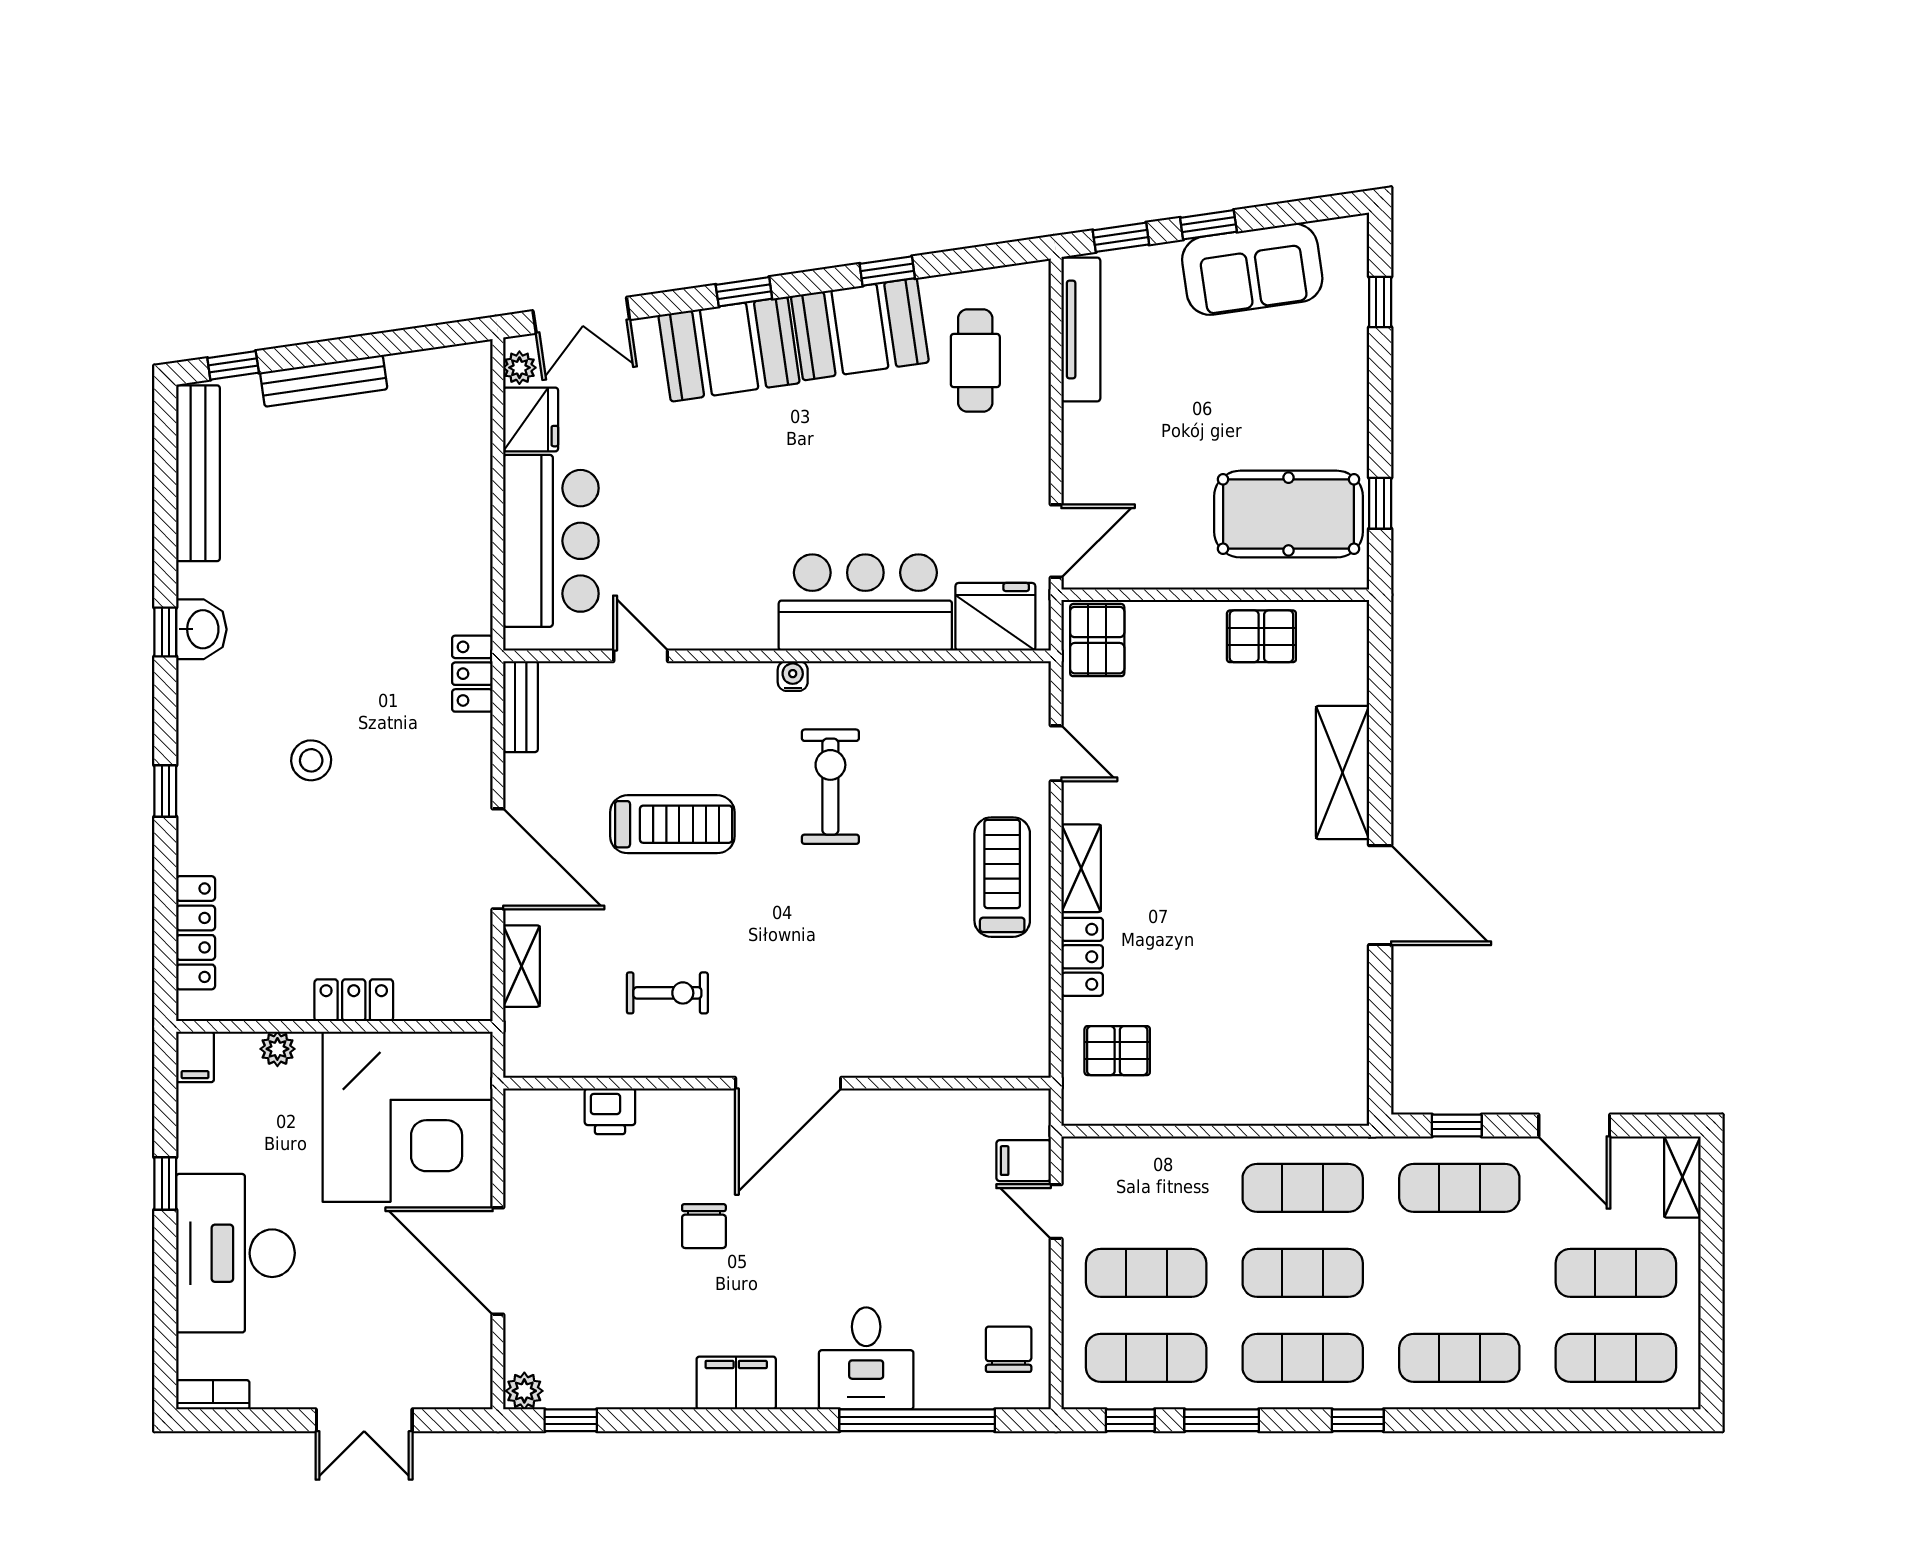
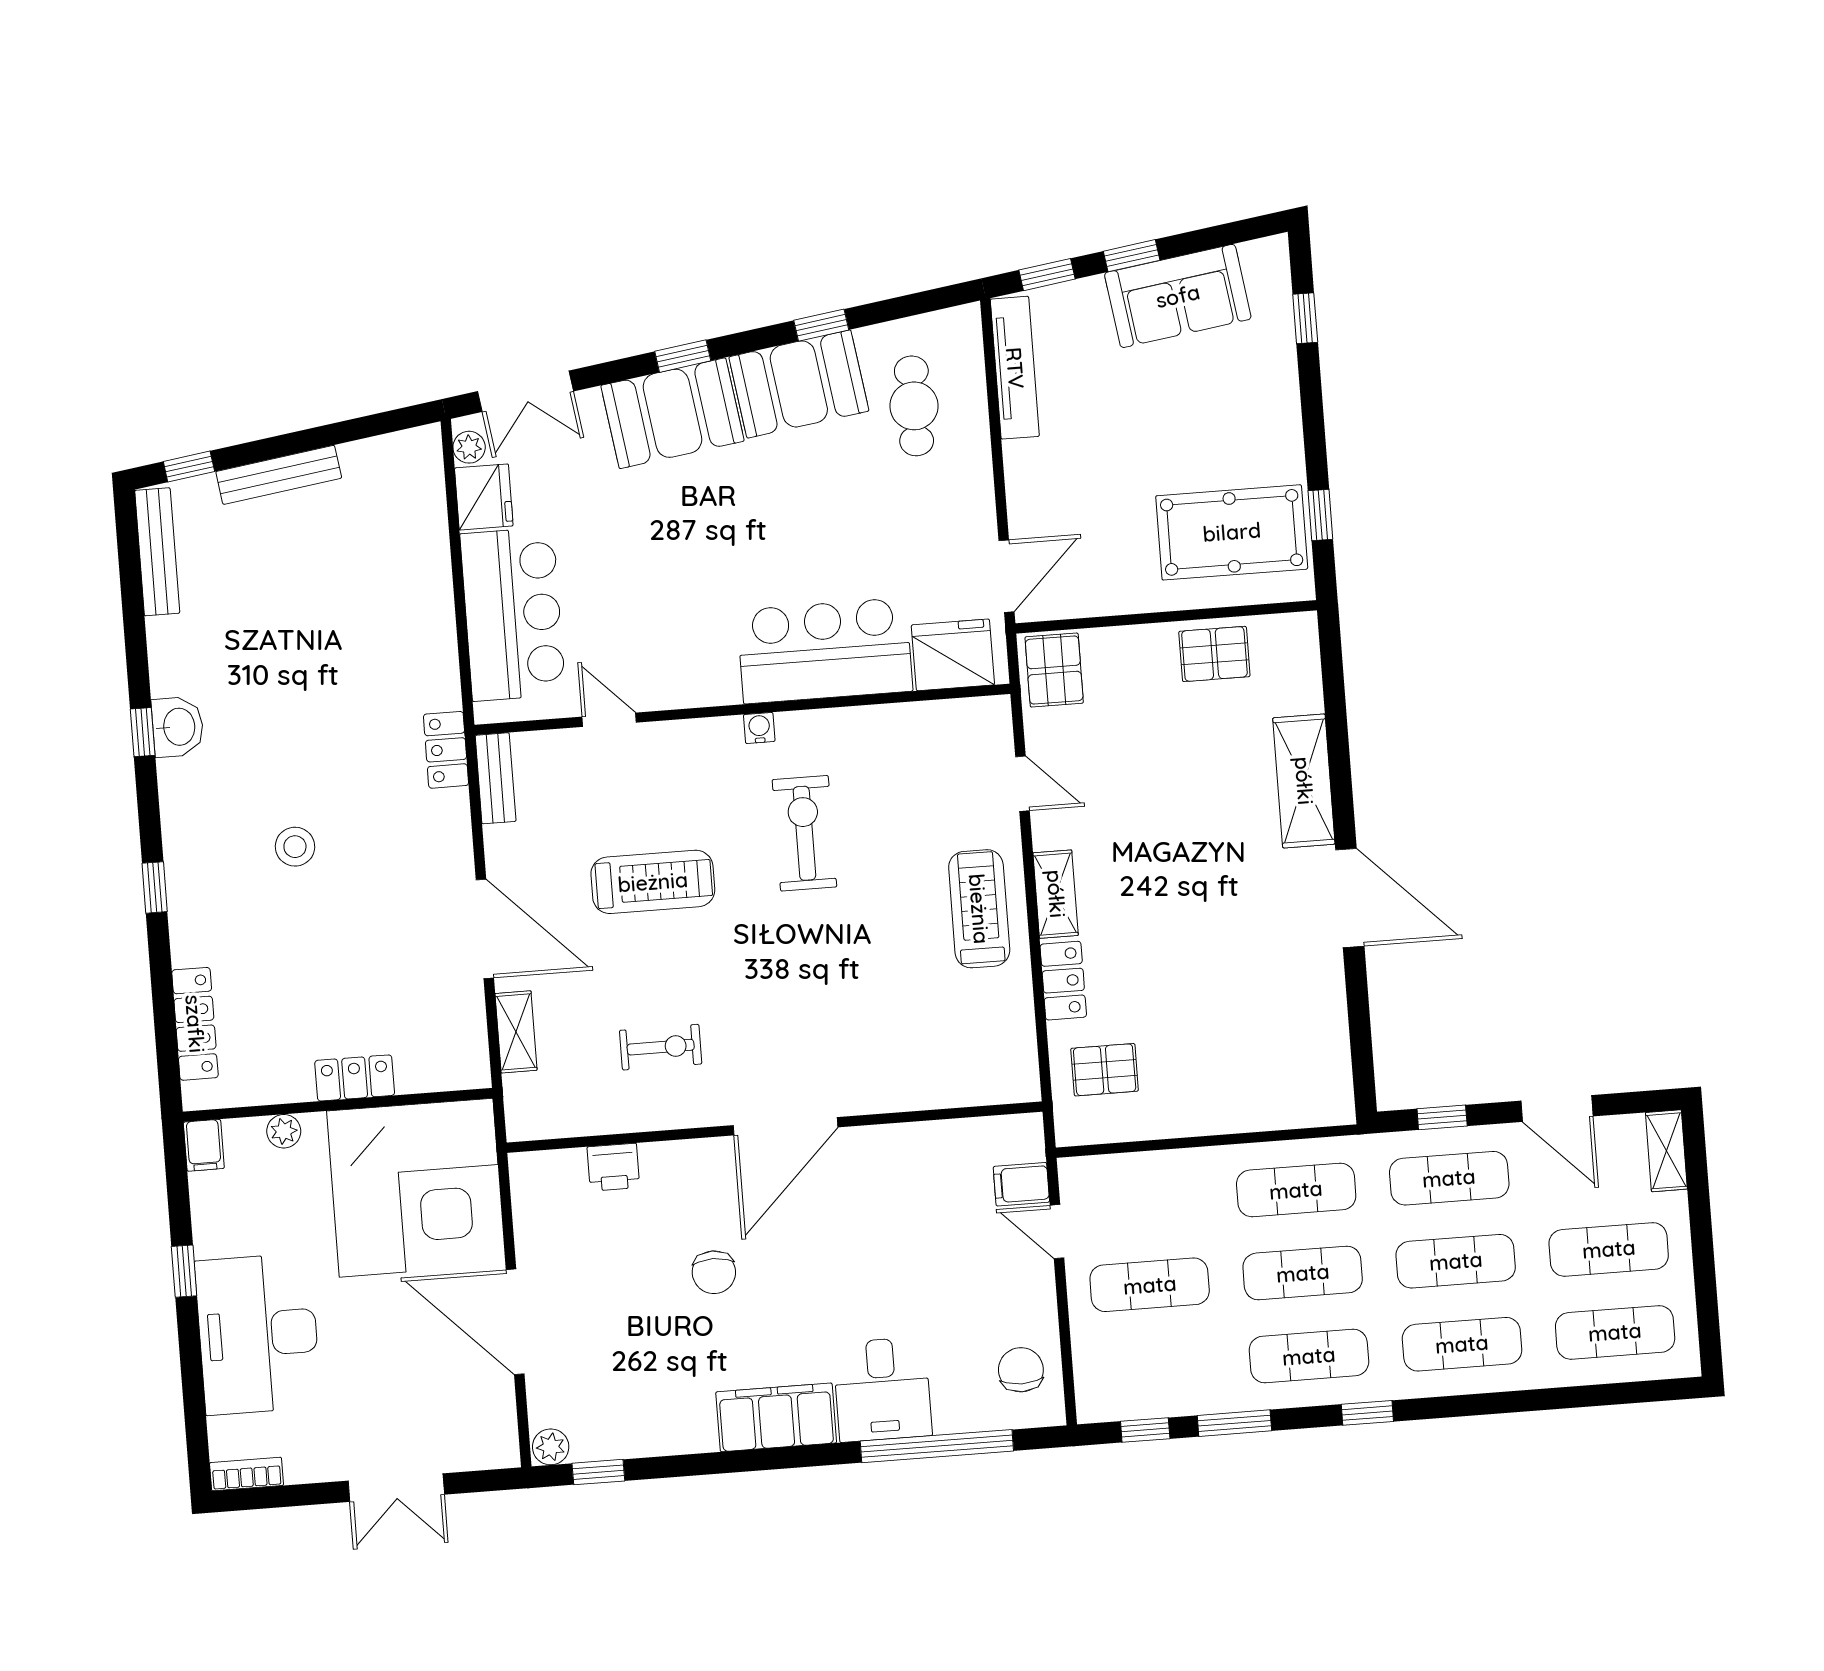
bench: (198, 473) -> (157, 552), width x0.73, depth x0.82
exercise mat: (1146, 1358) -> (1456, 1261), moved
filing cabinet: (736, 1383) -> (776, 1417), width x1.50, depth x1.17

